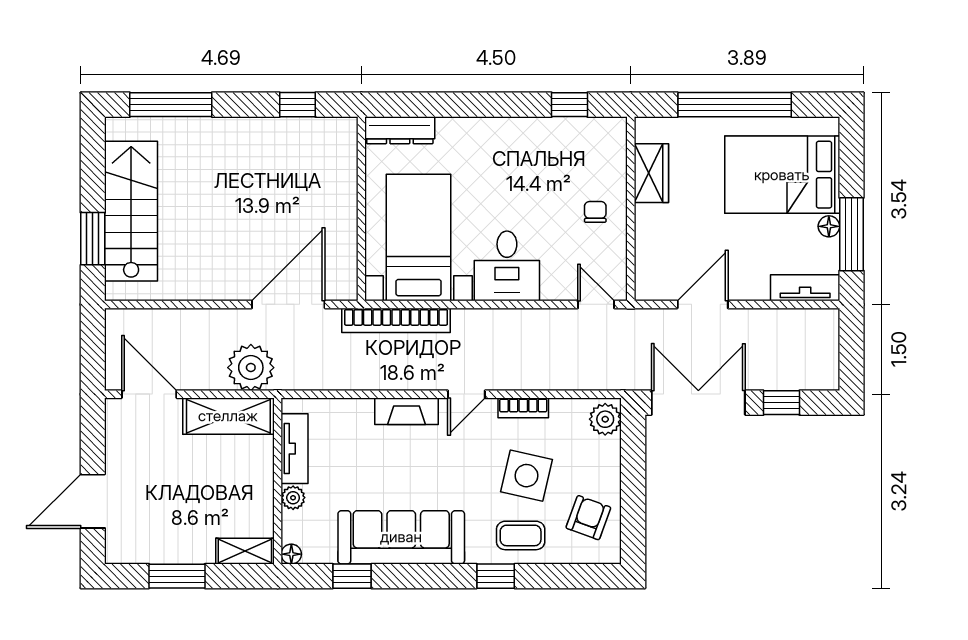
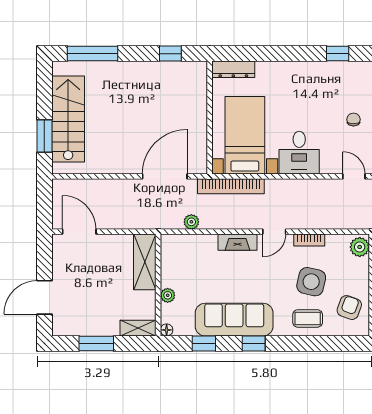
plant: (251, 368) -> (191, 222), moved, width x0.53, depth x0.53
shelving: (228, 416) -> (145, 262), moved, turned 90
tv unit: (295, 449) -> (169, 265), removed
window: (496, 576) -> (254, 343), moved

